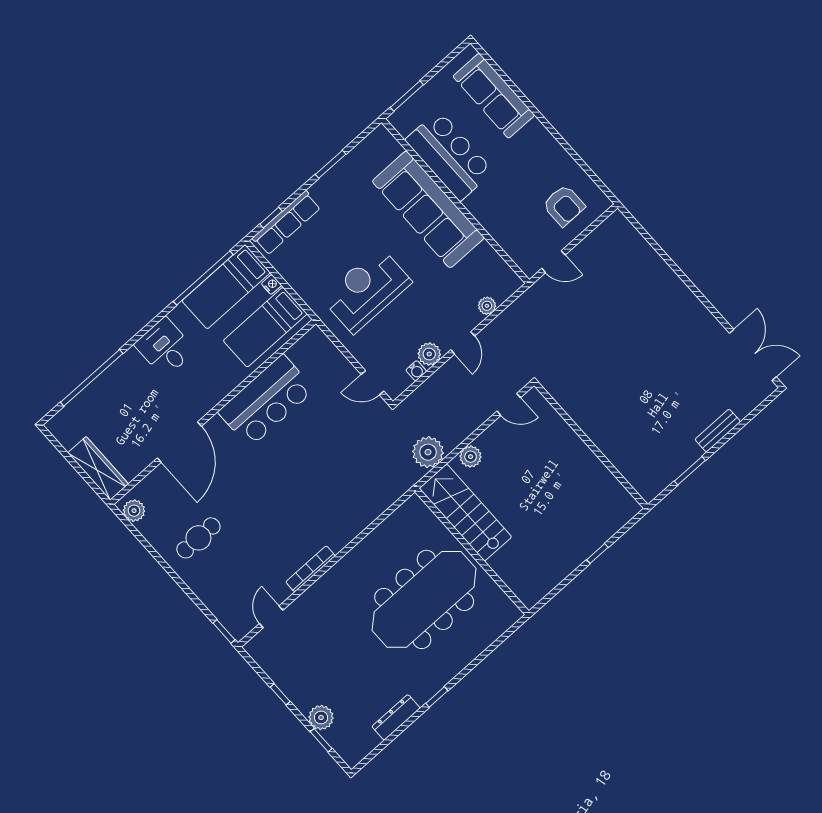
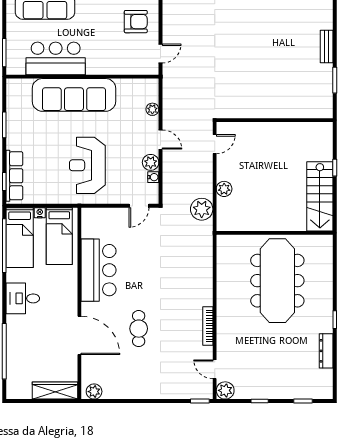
stairs: (465, 512) -> (320, 196), moved, turned -90
cafe table: (198, 538) -> (139, 329), moved
plant: (321, 717) -> (225, 390), moved

